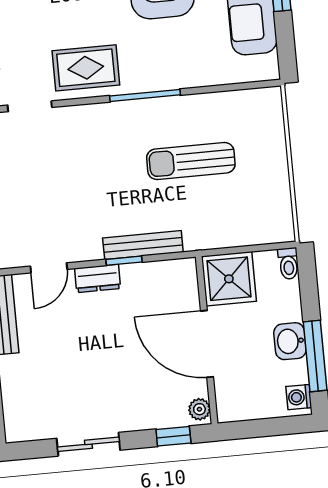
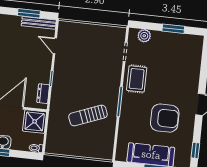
sun lounger: (191, 161) -> (88, 115), turned -111
bench: (143, 245) -> (56, 88), removed
dresser: (98, 278) -> (43, 94), moved

